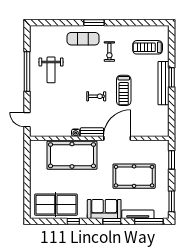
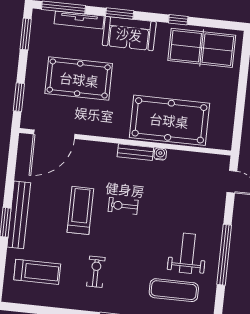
exercise mat: (83, 39) -> (174, 290), moved
door: (117, 138) -> (54, 134), moved

